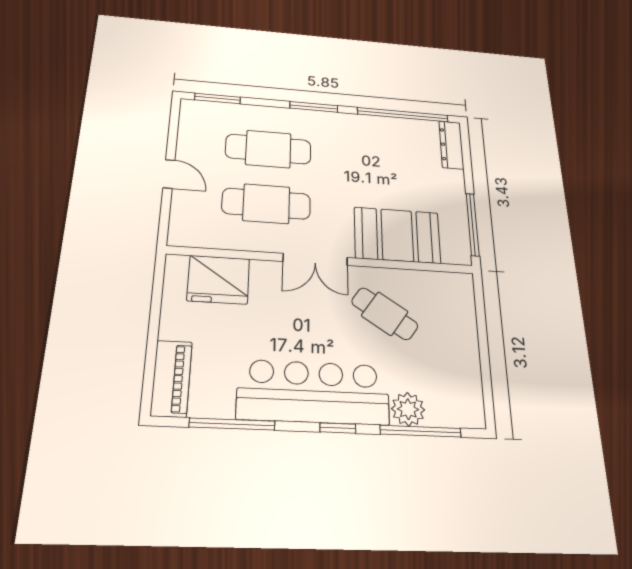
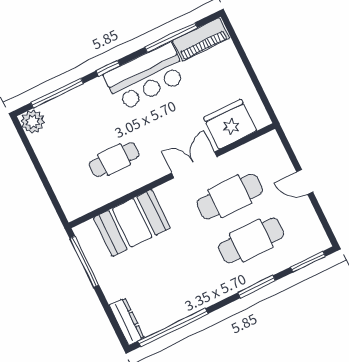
window: (314, 107) -> (257, 287), moved
double door: (315, 259) -> (194, 165), moved
cafe table: (385, 314) -> (114, 160), turned -34
piano: (171, 378) -> (201, 39), moved, turned -90
bar counter: (314, 392) -> (146, 77), width x0.73
plant: (408, 409) -> (33, 122), moved

